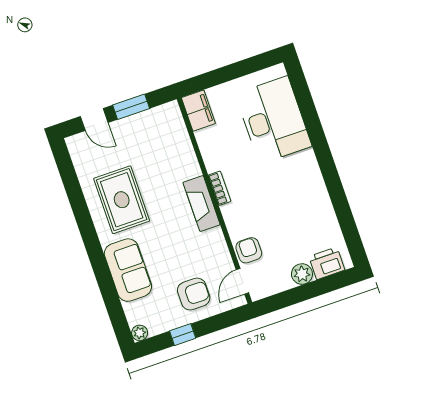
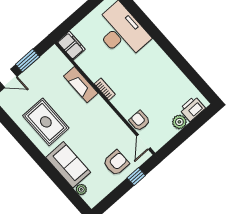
fireplace: (202, 203) -> (81, 85), moved
plant: (140, 333) -> (81, 189), moved
window: (183, 335) -> (136, 177), moved

